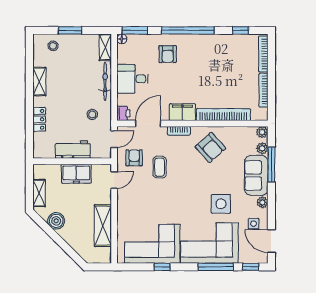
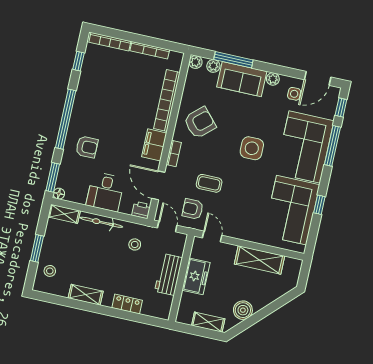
side table: (221, 204) -> (252, 148), moved

